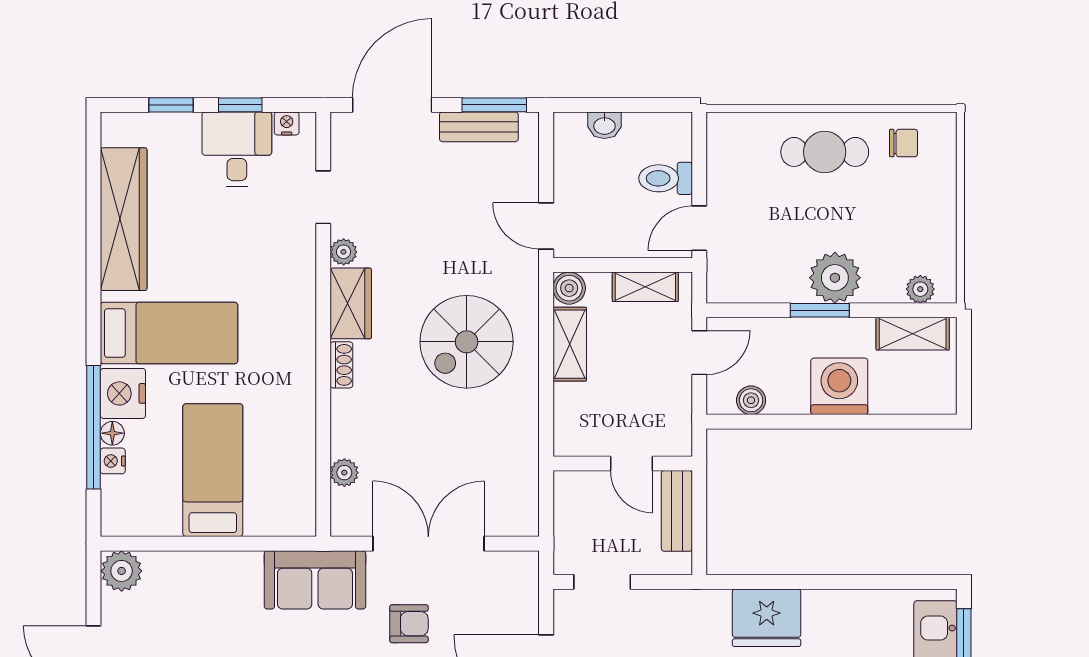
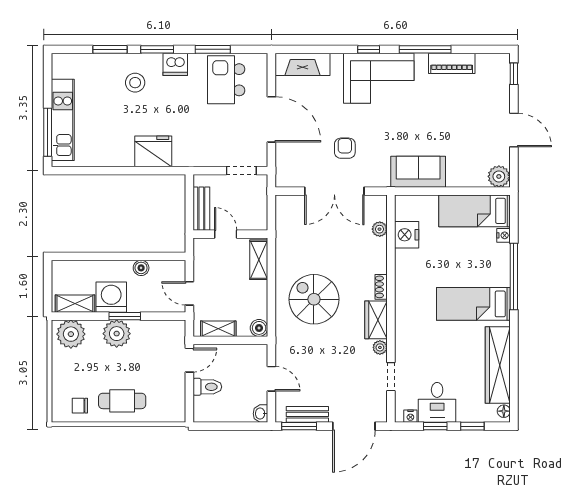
washbasin: (604, 125) -> (260, 414), moved, turned -90
door: (546, 226) -> (271, 379), moved
plant: (920, 289) -> (71, 334), width x1.88, depth x1.88
spiral stairs: (467, 342) -> (314, 299), turned -90
shelving: (570, 344) -> (259, 260), moved
door: (699, 353) -> (189, 293), hinge flipped
washing machine: (839, 386) -> (111, 297), moved, turned 180
nightstand: (123, 393) -> (407, 235), moved, turned 180
boiler: (751, 400) -> (141, 268), moved
window: (93, 427) -> (514, 277), moved
floor lamp: (112, 433) -> (504, 411), moved
bed: (213, 470) -> (475, 211), moved, turned 90
sofa: (315, 580) -> (418, 172), moved
armchair: (409, 624) -> (345, 148), turned 90

